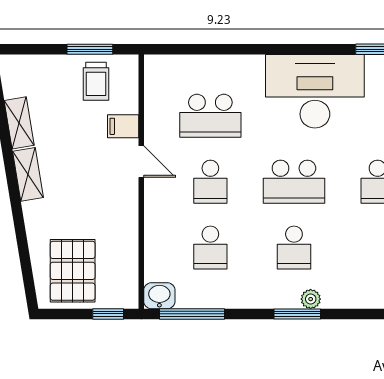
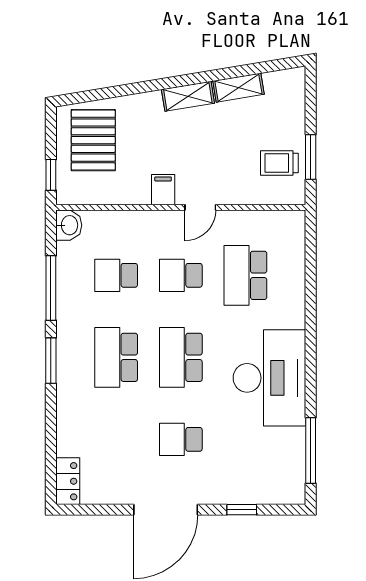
filing cabinet: (123, 126) -> (163, 190), moved
school desk: (294, 248) -> (116, 357), width x1.85
pallet: (73, 271) -> (93, 140), turned 90
plant: (311, 299) -> (66, 374), removed
window: (192, 314) -> (51, 288), moved

